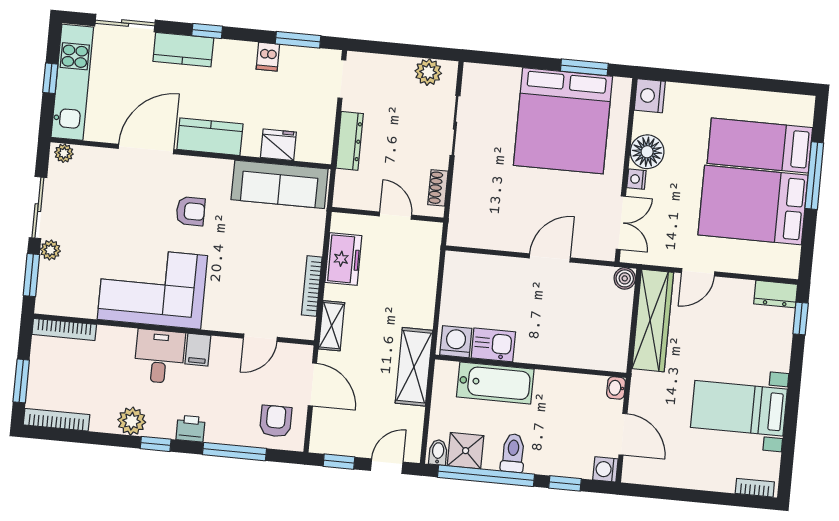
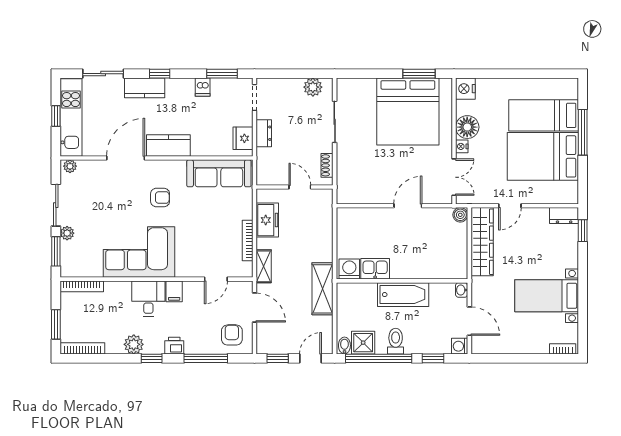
dresser: (350, 141) -> (264, 133), width x0.70
fridge: (278, 145) -> (243, 138), moved, turned -90
bathtub: (495, 383) -> (403, 295), moved

